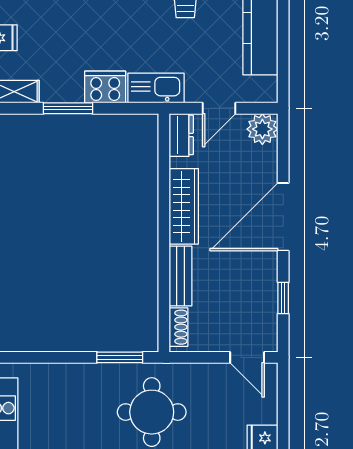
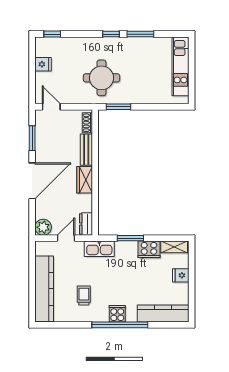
cooker: (105, 87) -> (149, 249), moved
window: (68, 108) -> (130, 238), moved
wardrobe: (184, 206) -> (85, 180), width x0.67
window: (283, 298) -> (32, 138), width x1.50

